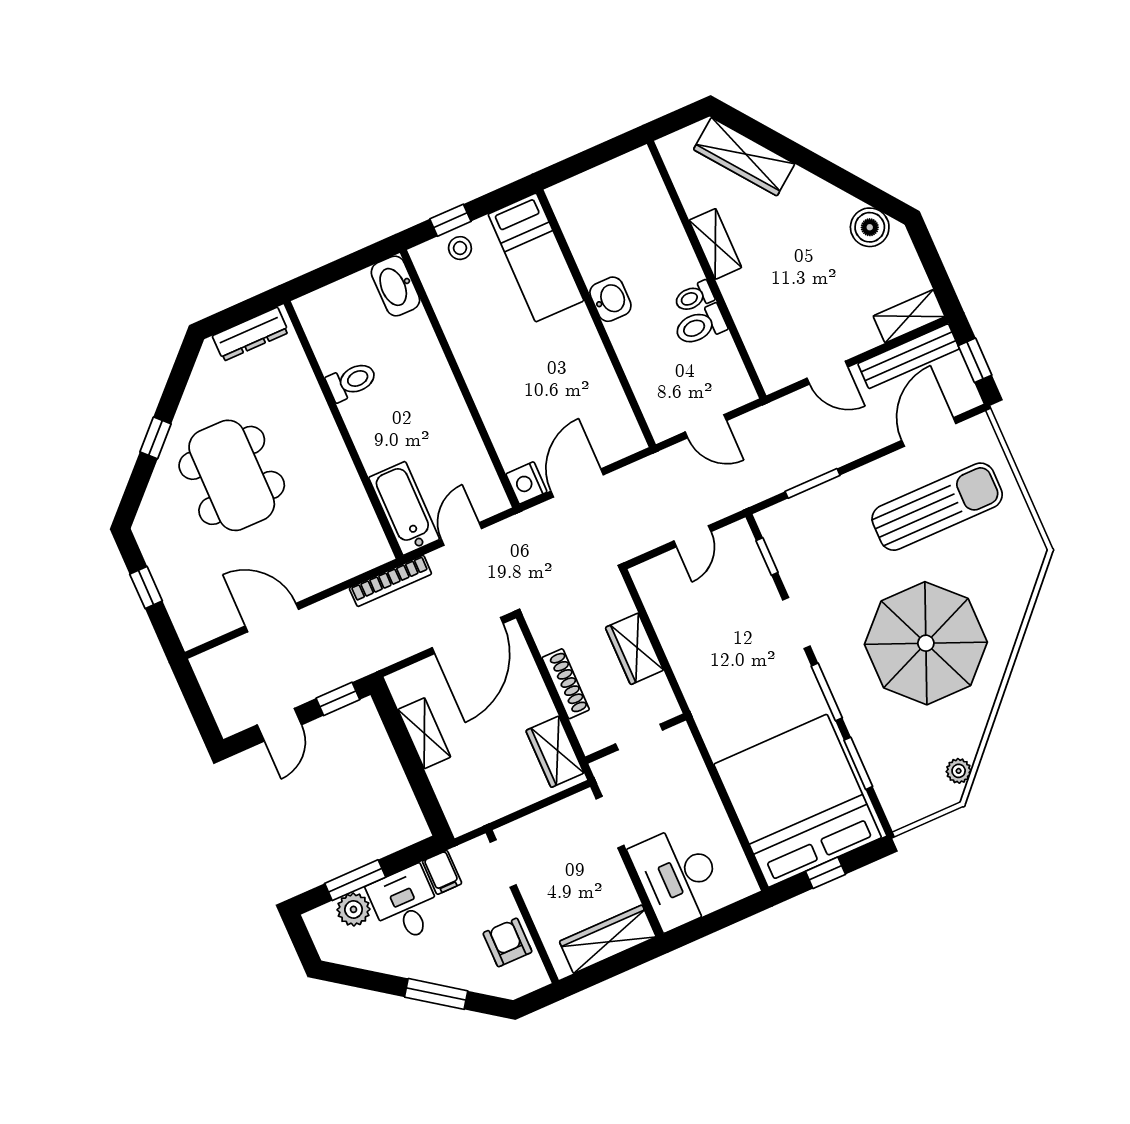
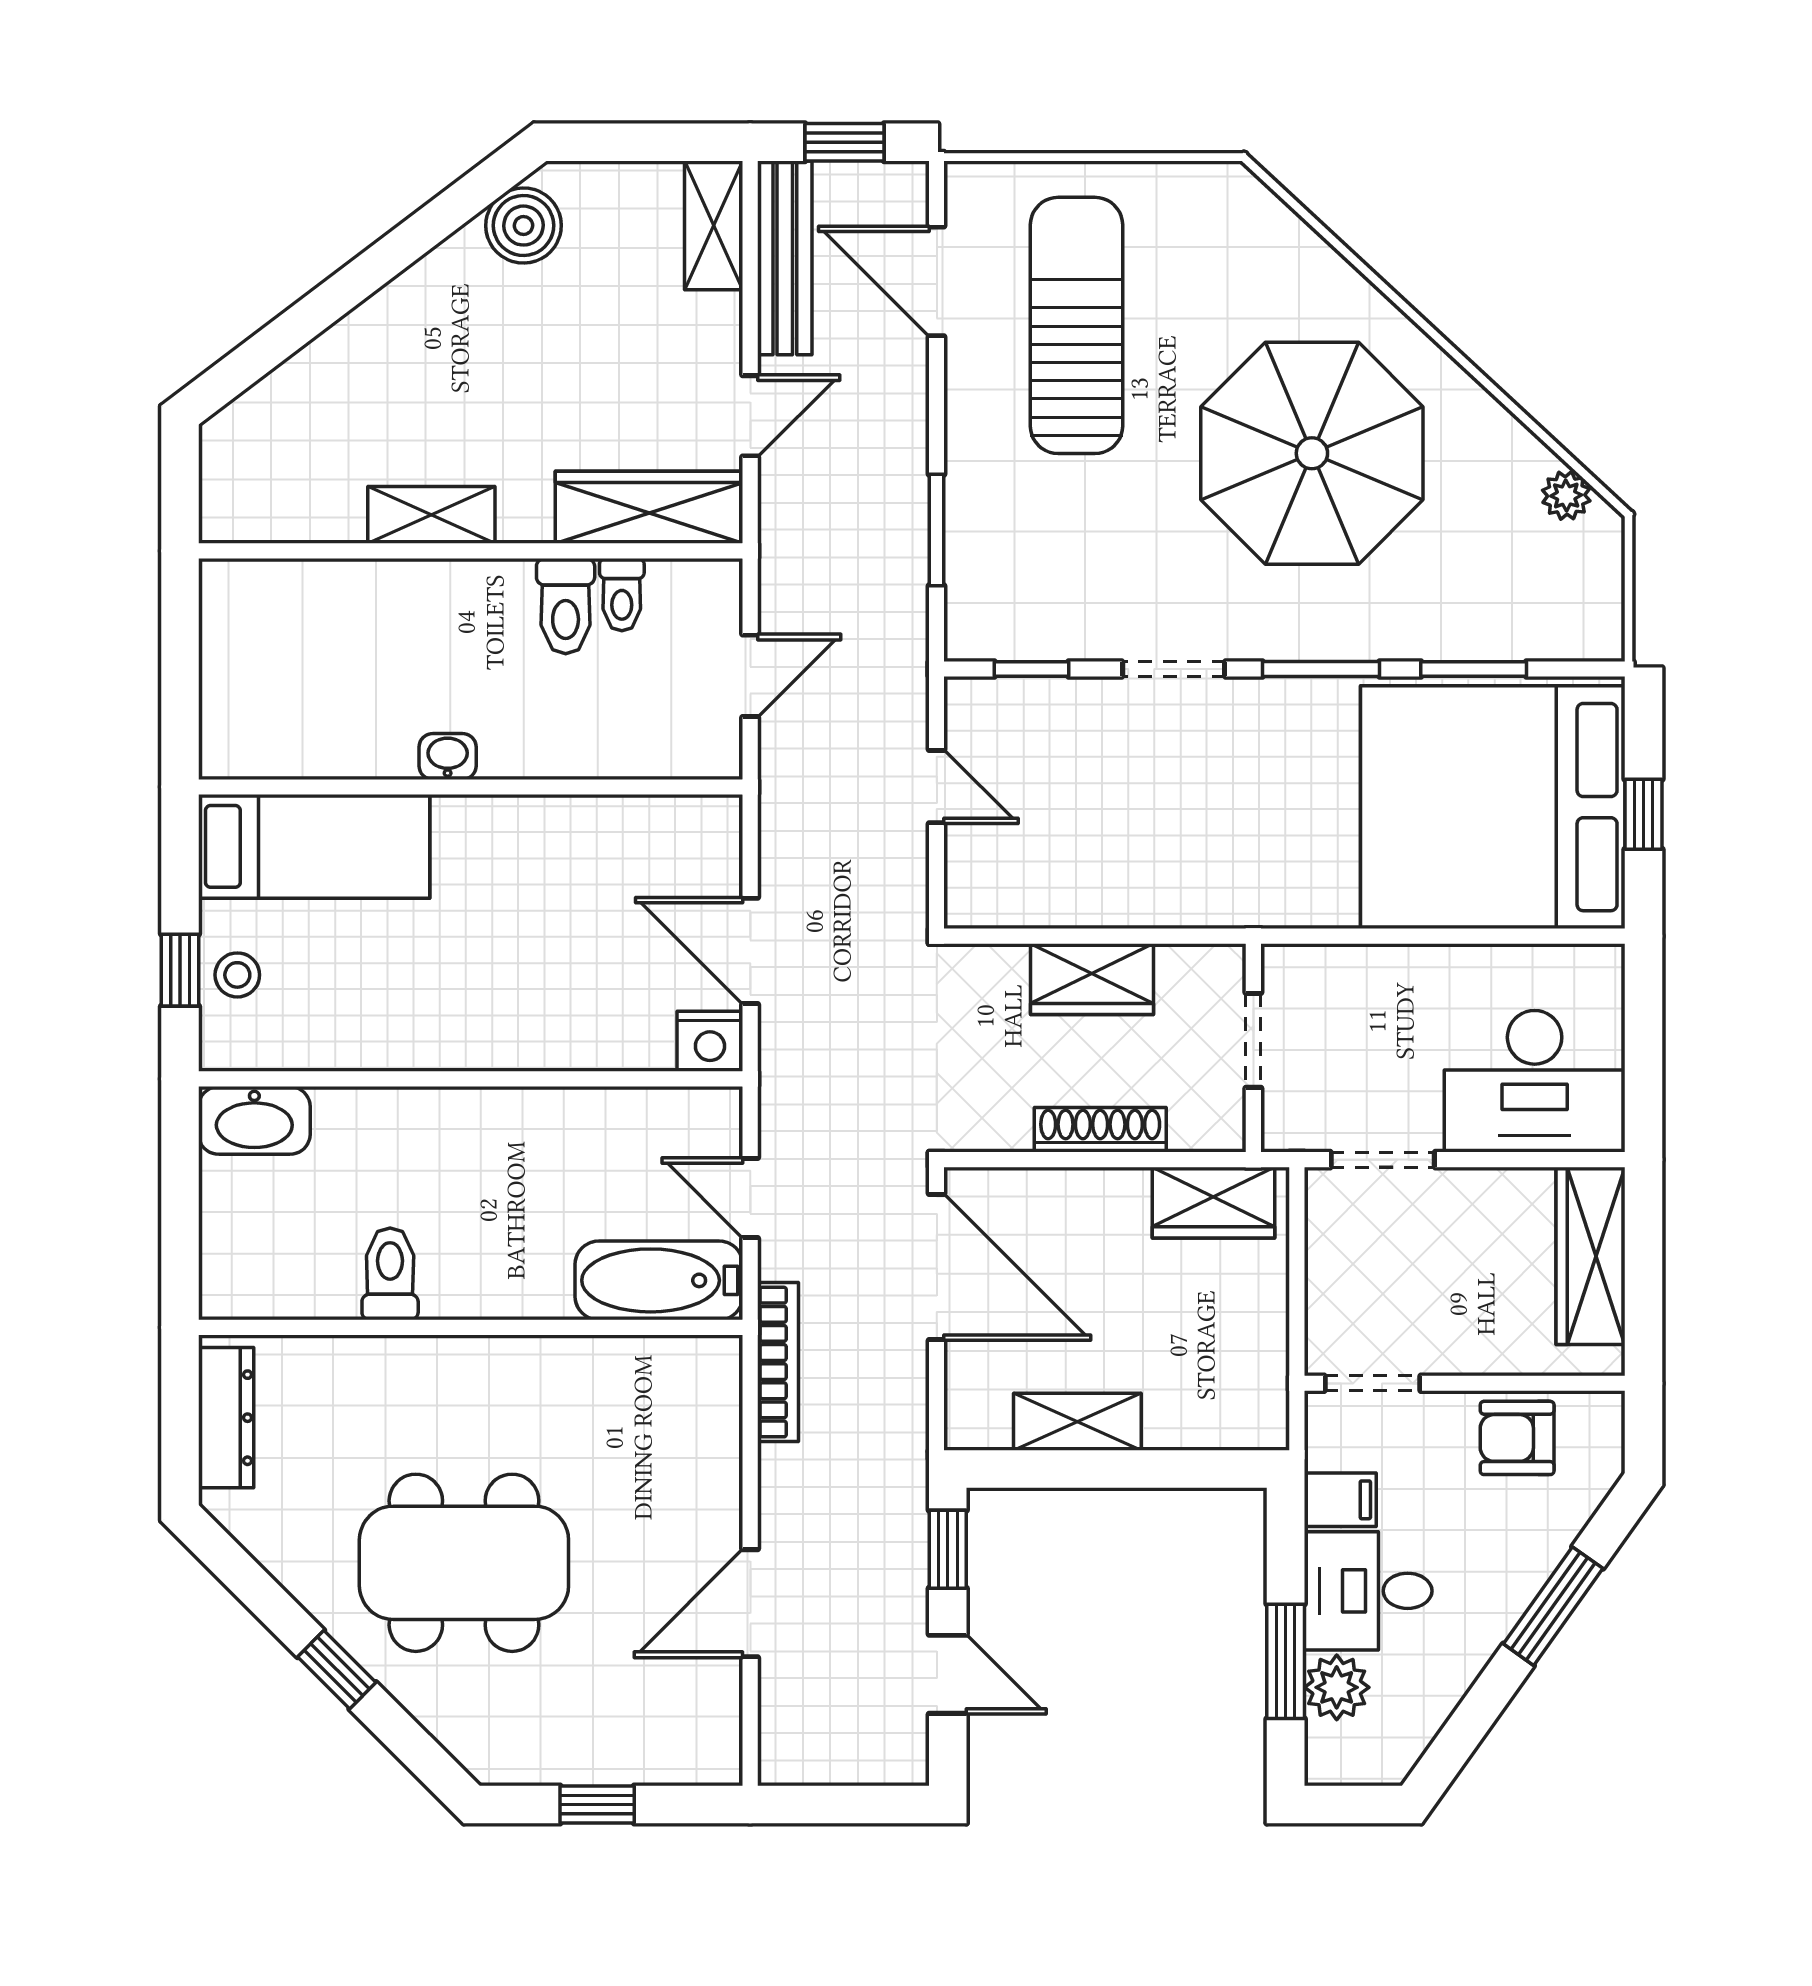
wardrobe: (744, 157) -> (649, 507), moved, turned -143
toilet: (694, 297) -> (622, 595), moved
washbasin: (610, 299) -> (448, 756), width x0.72, depth x0.69

